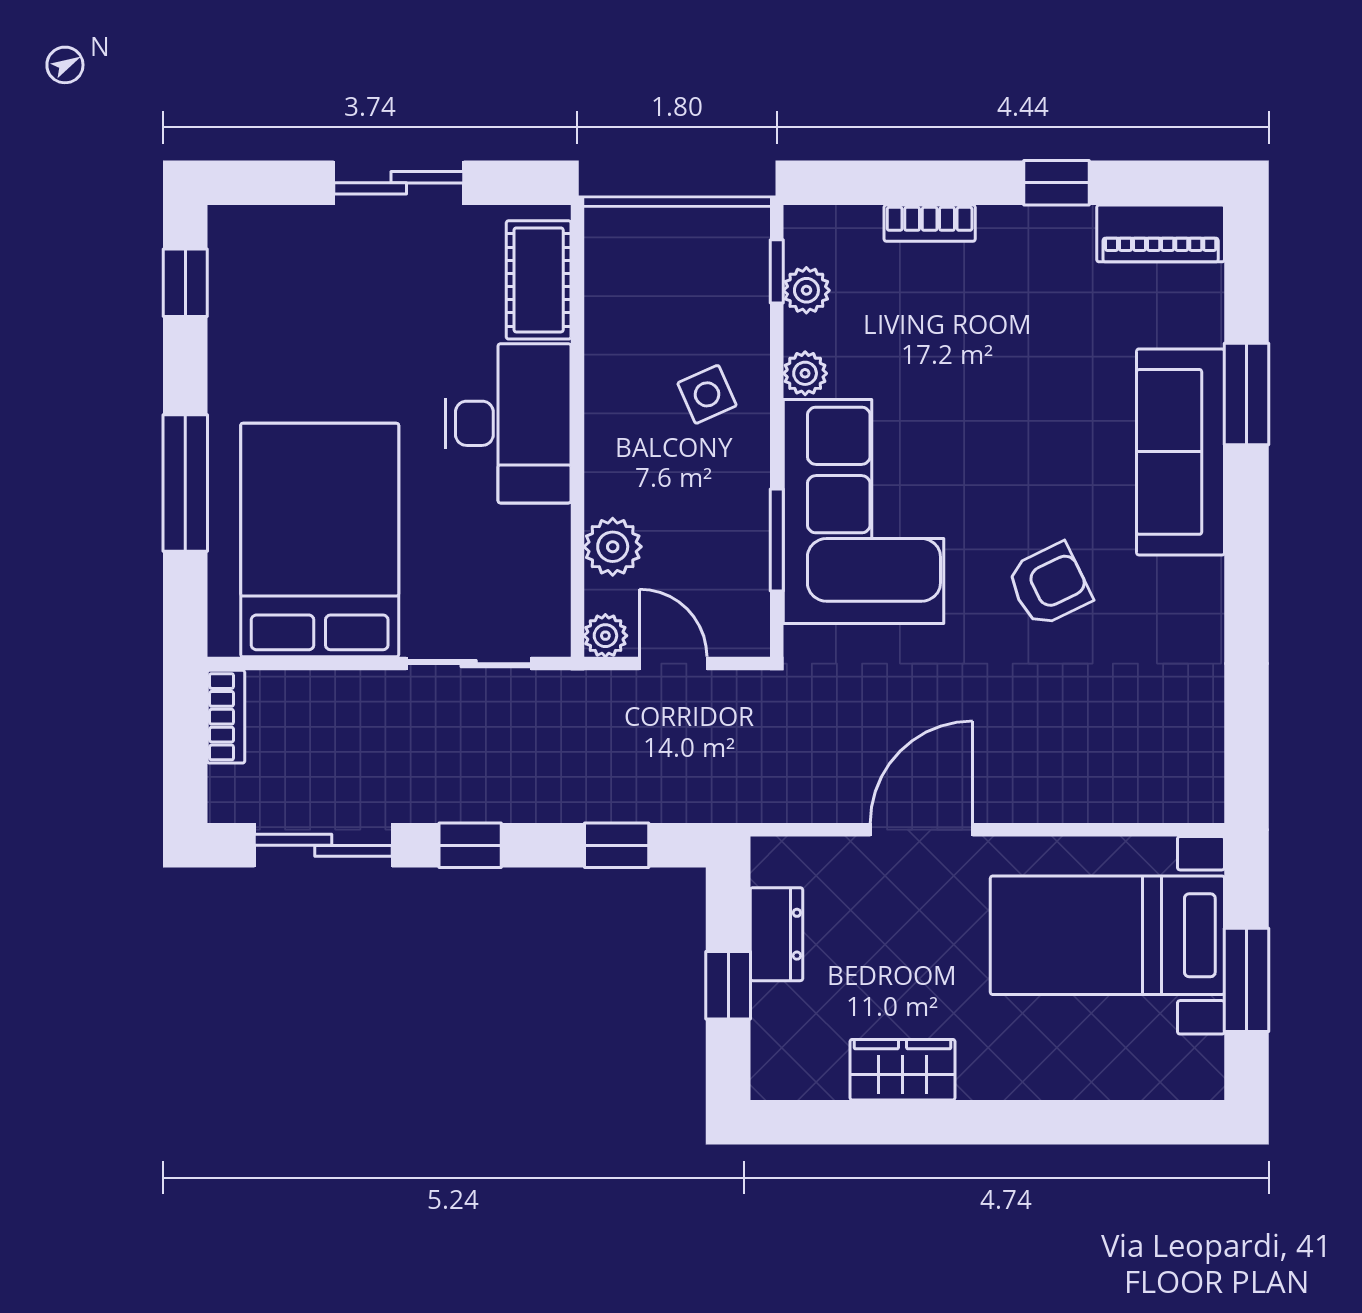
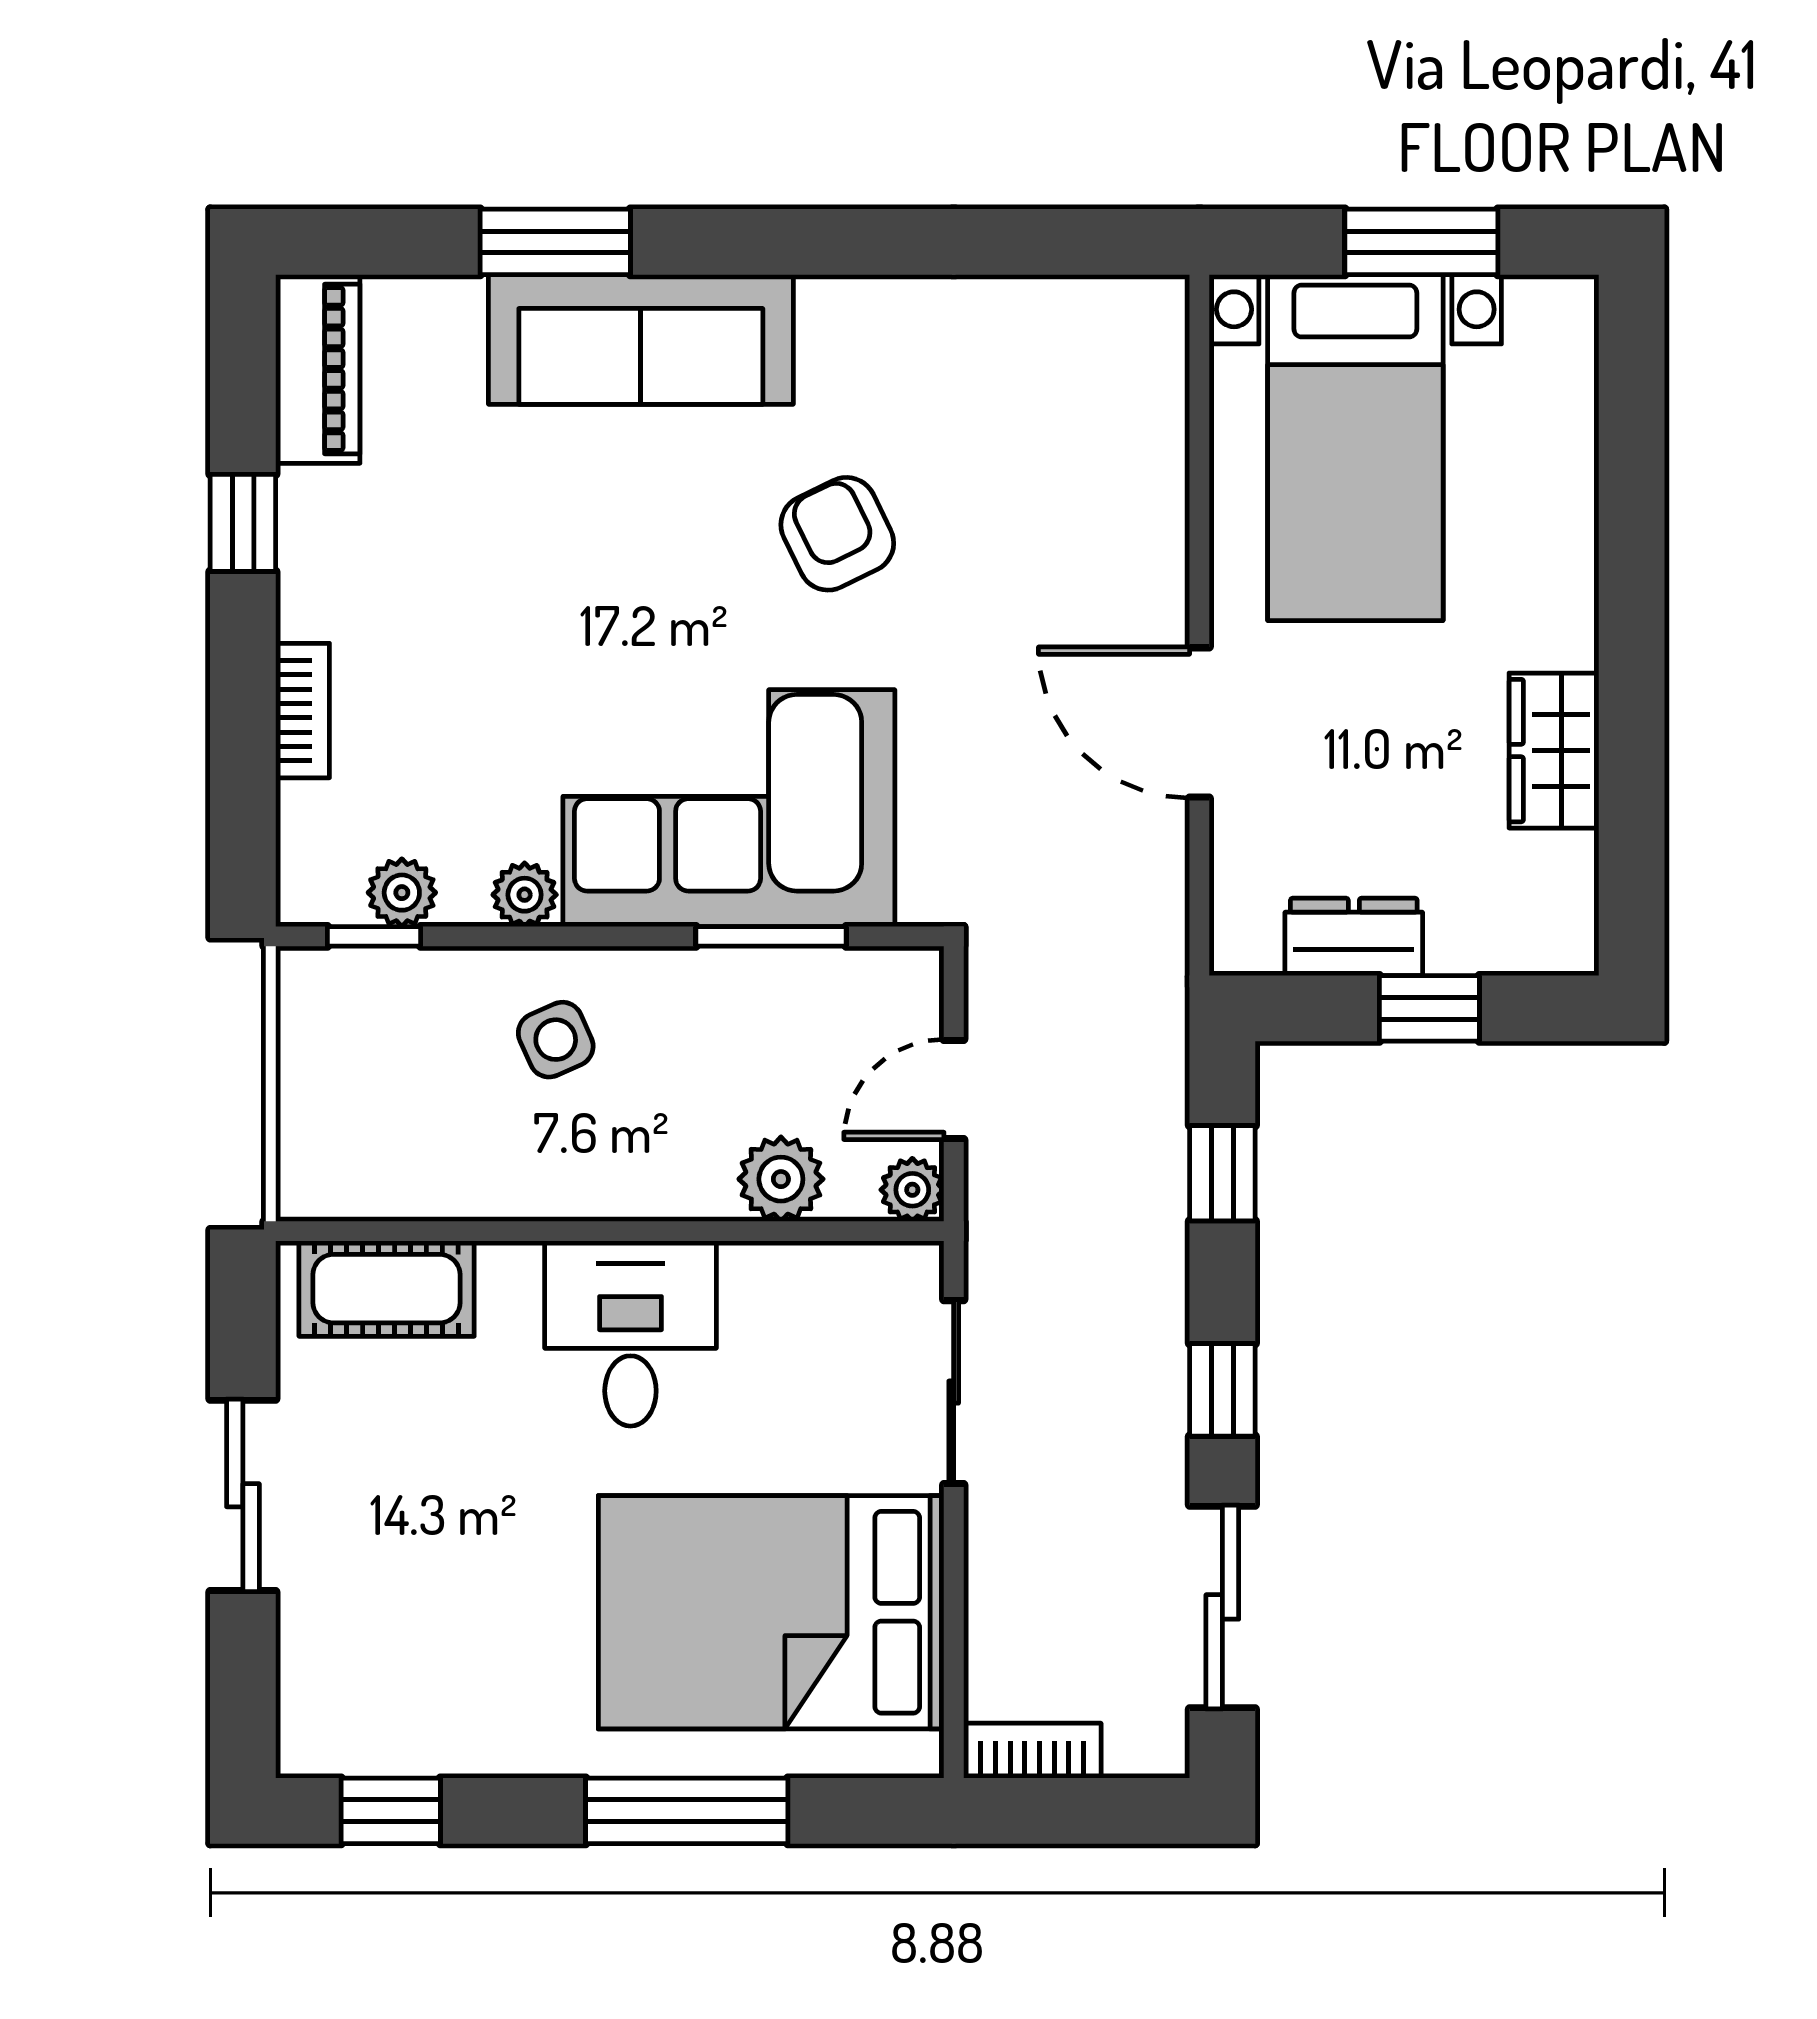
desk: (508, 423) -> (630, 1334), width x0.73

